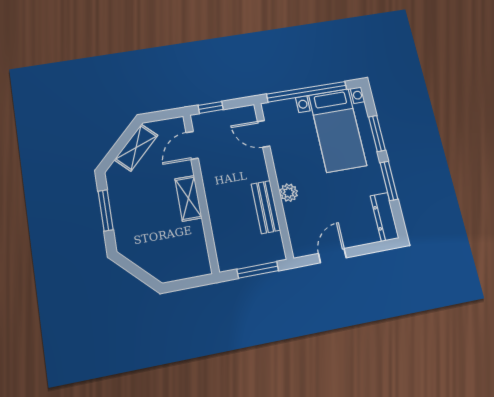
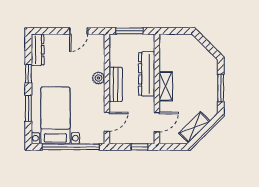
door: (264, 134) -> (107, 122), hinge flipped
window: (389, 181) -> (28, 74), width x0.67
bench: (266, 207) -> (116, 84), moved
dresser: (220, 211) -> (147, 74), added

